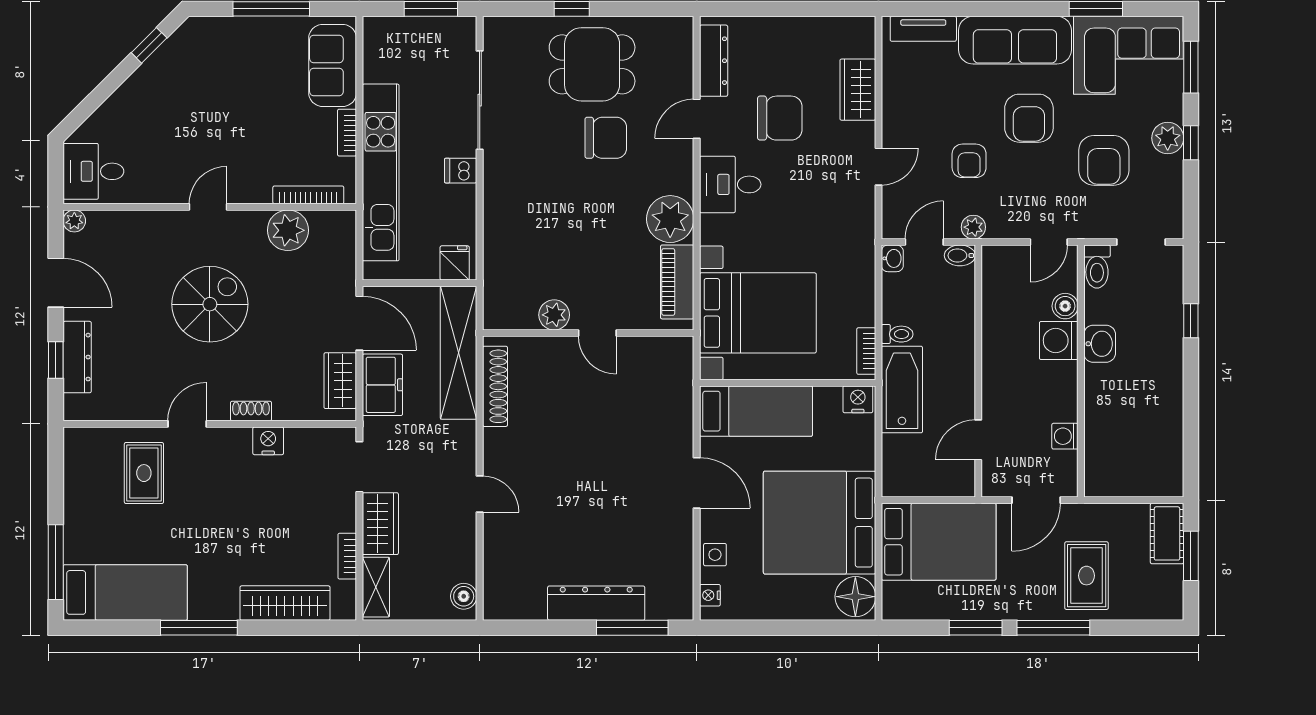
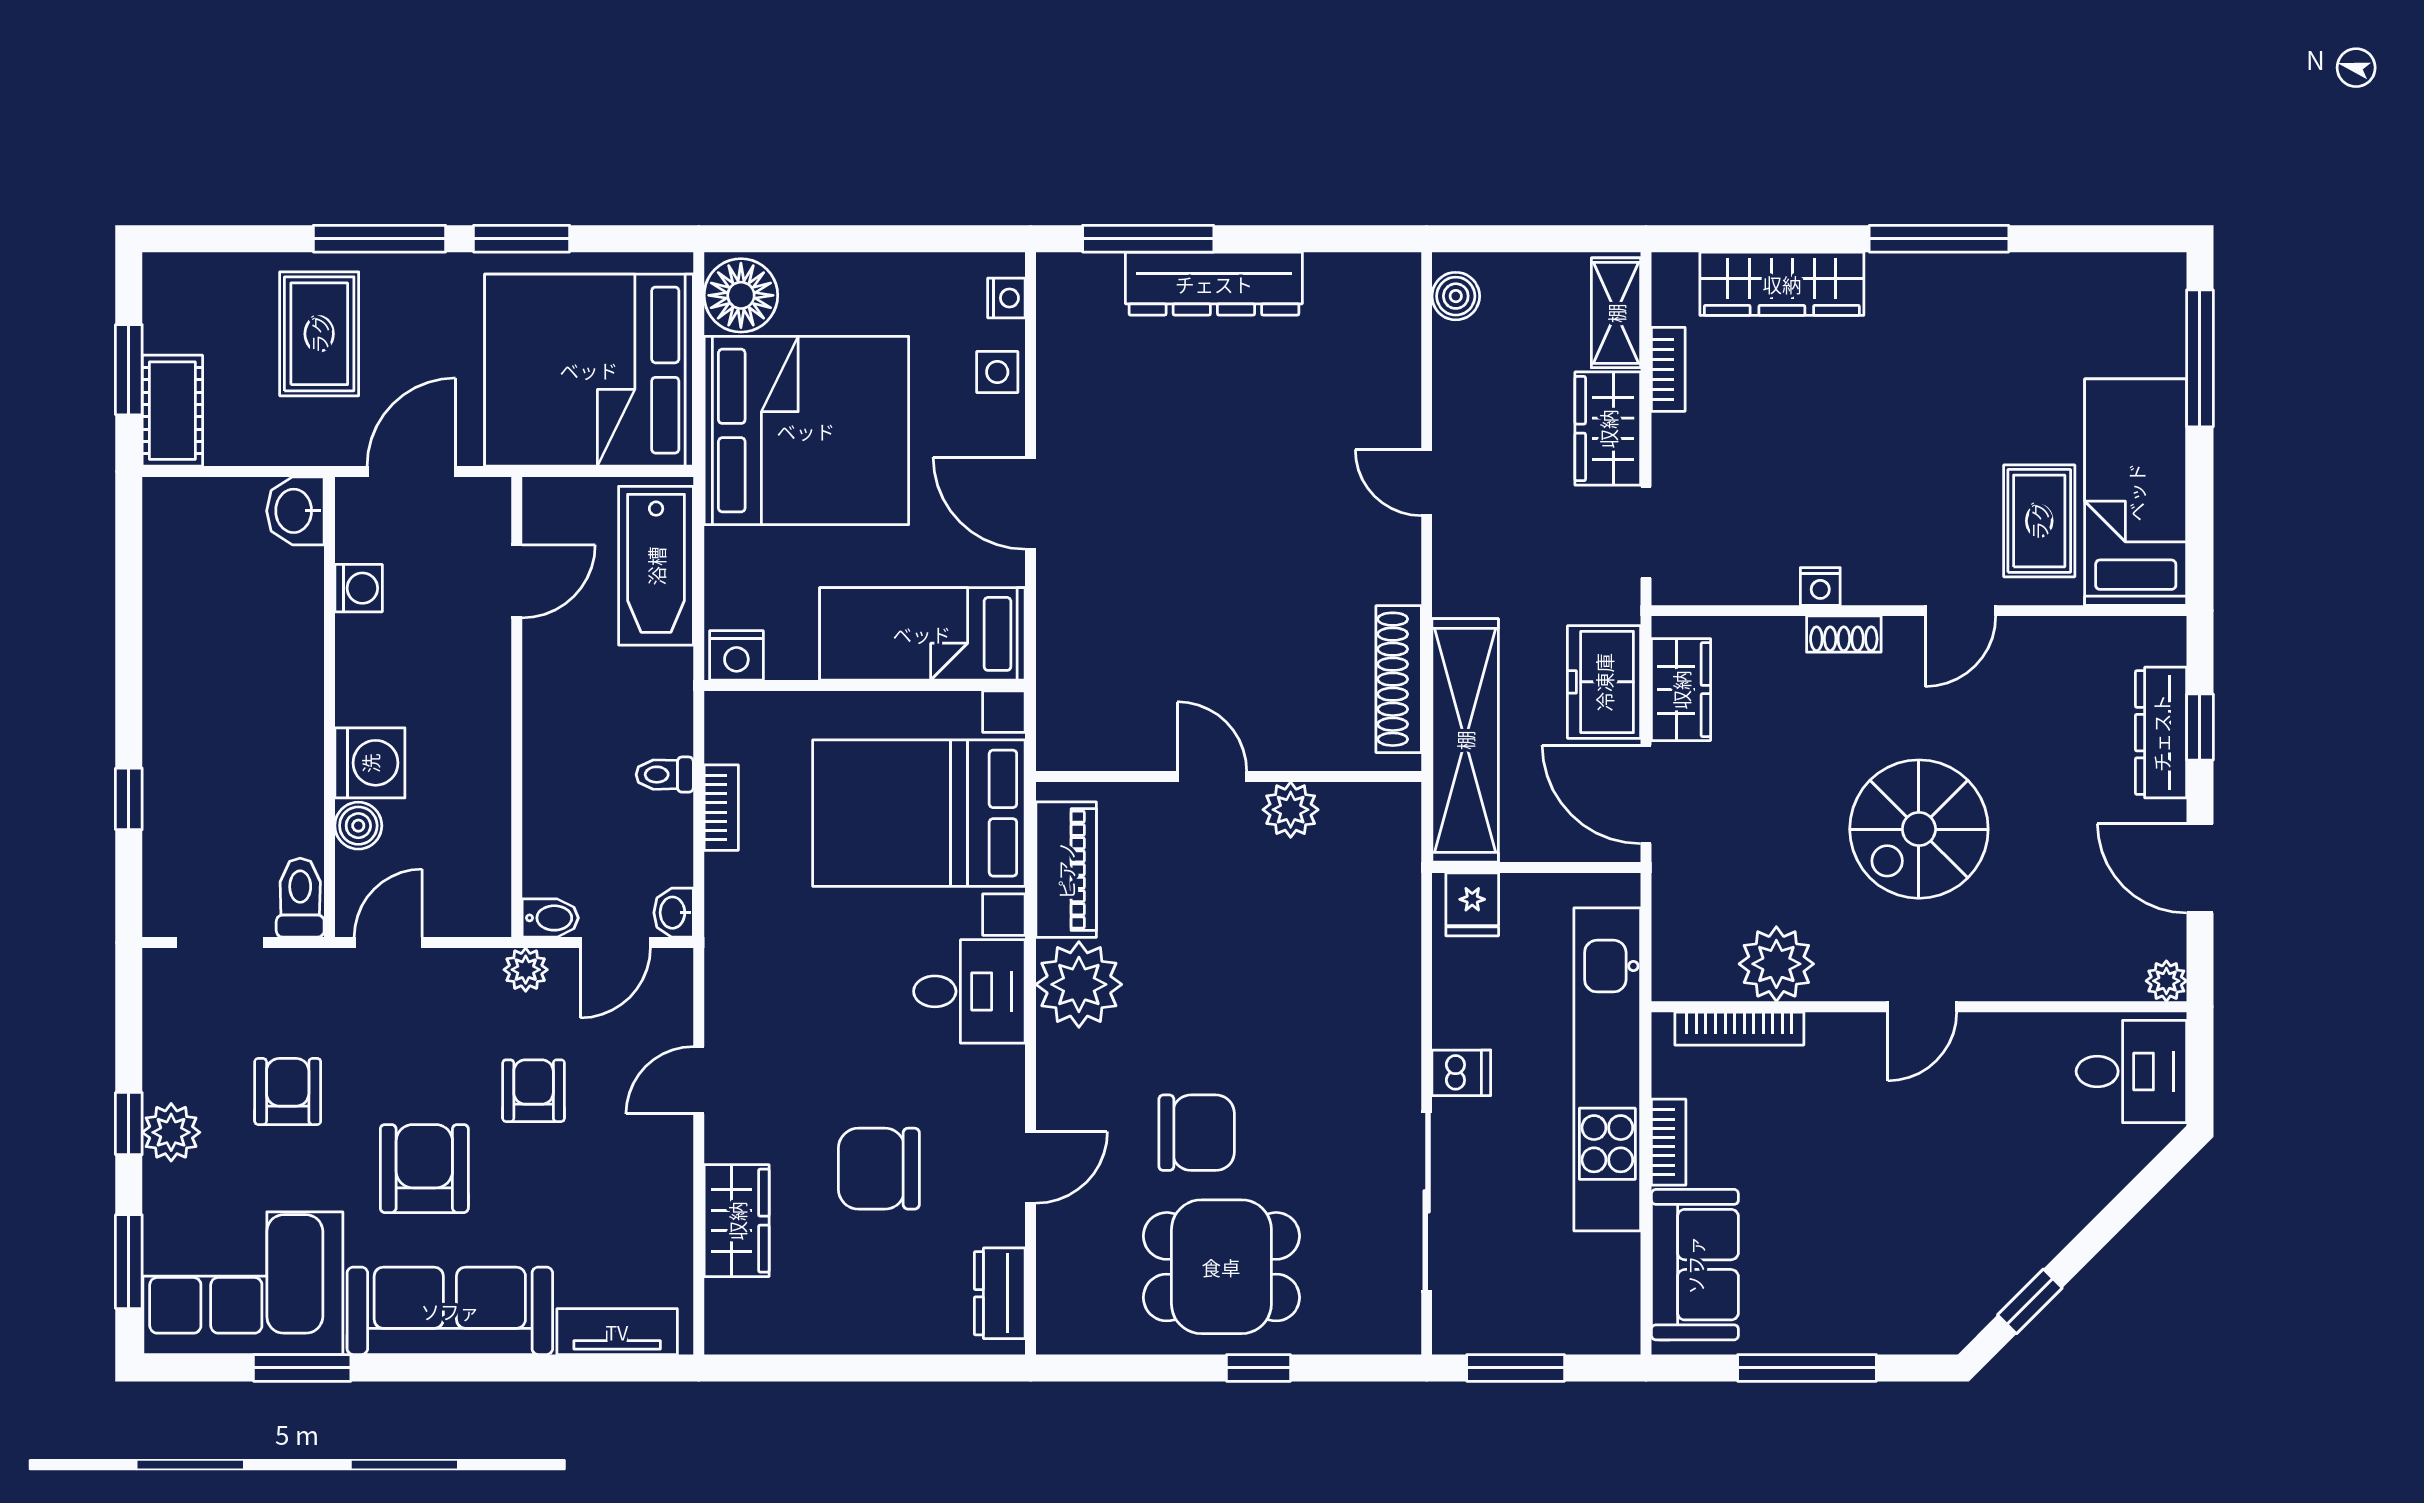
dresser: (714, 61) -> (1000, 1293), width x0.70
chair: (606, 138) -> (1197, 1133), turned 180
armchair: (1104, 160) -> (288, 1091), width x0.72, depth x0.72
desk: (730, 184) -> (969, 991), moved
washbasin: (1100, 344) -> (295, 511), moved
bookcase: (866, 351) -> (721, 808), moved
bathtub: (902, 390) -> (656, 566), moved
nightstand: (268, 441) -> (1820, 586), width x0.72, depth x0.74
bed: (939, 542) -> (589, 370), width x1.36
bed: (125, 592) -> (2136, 492), moved, turned 90

